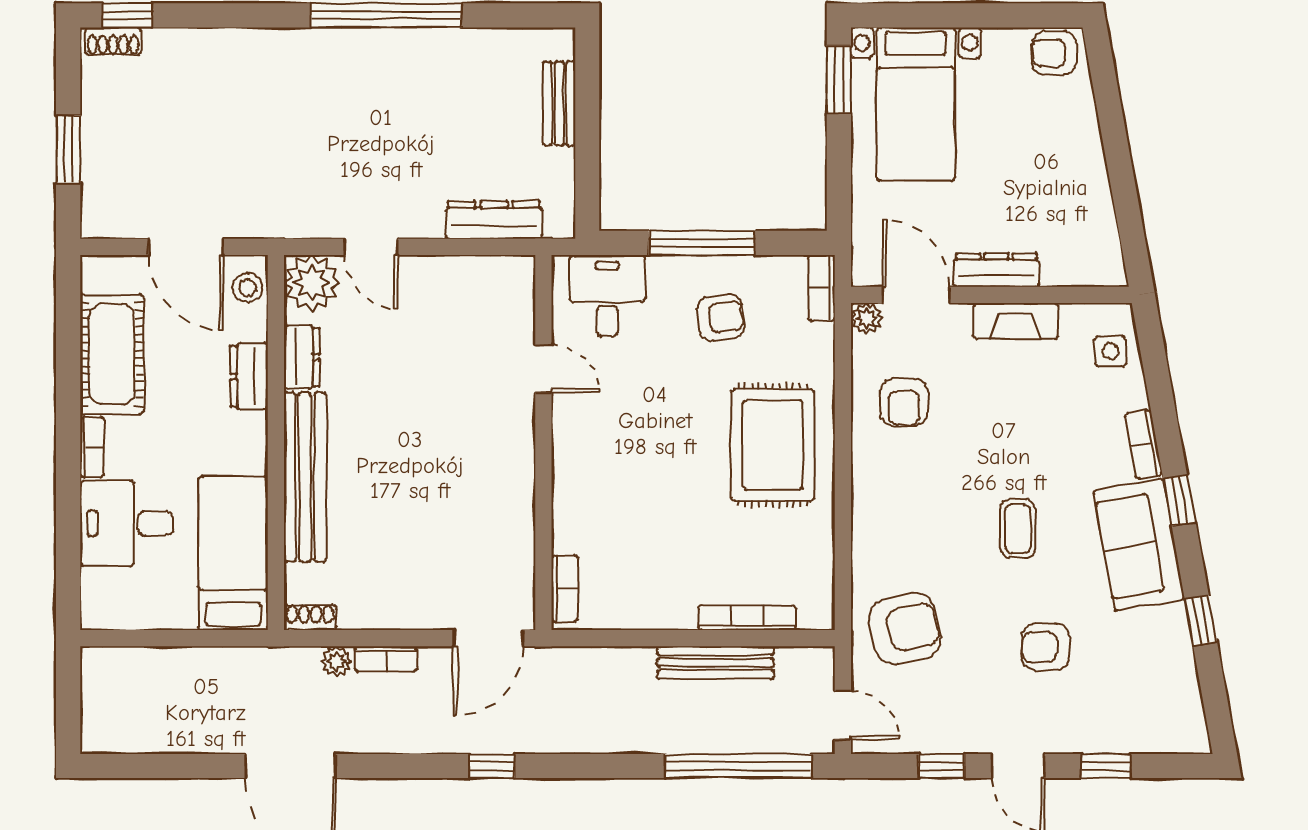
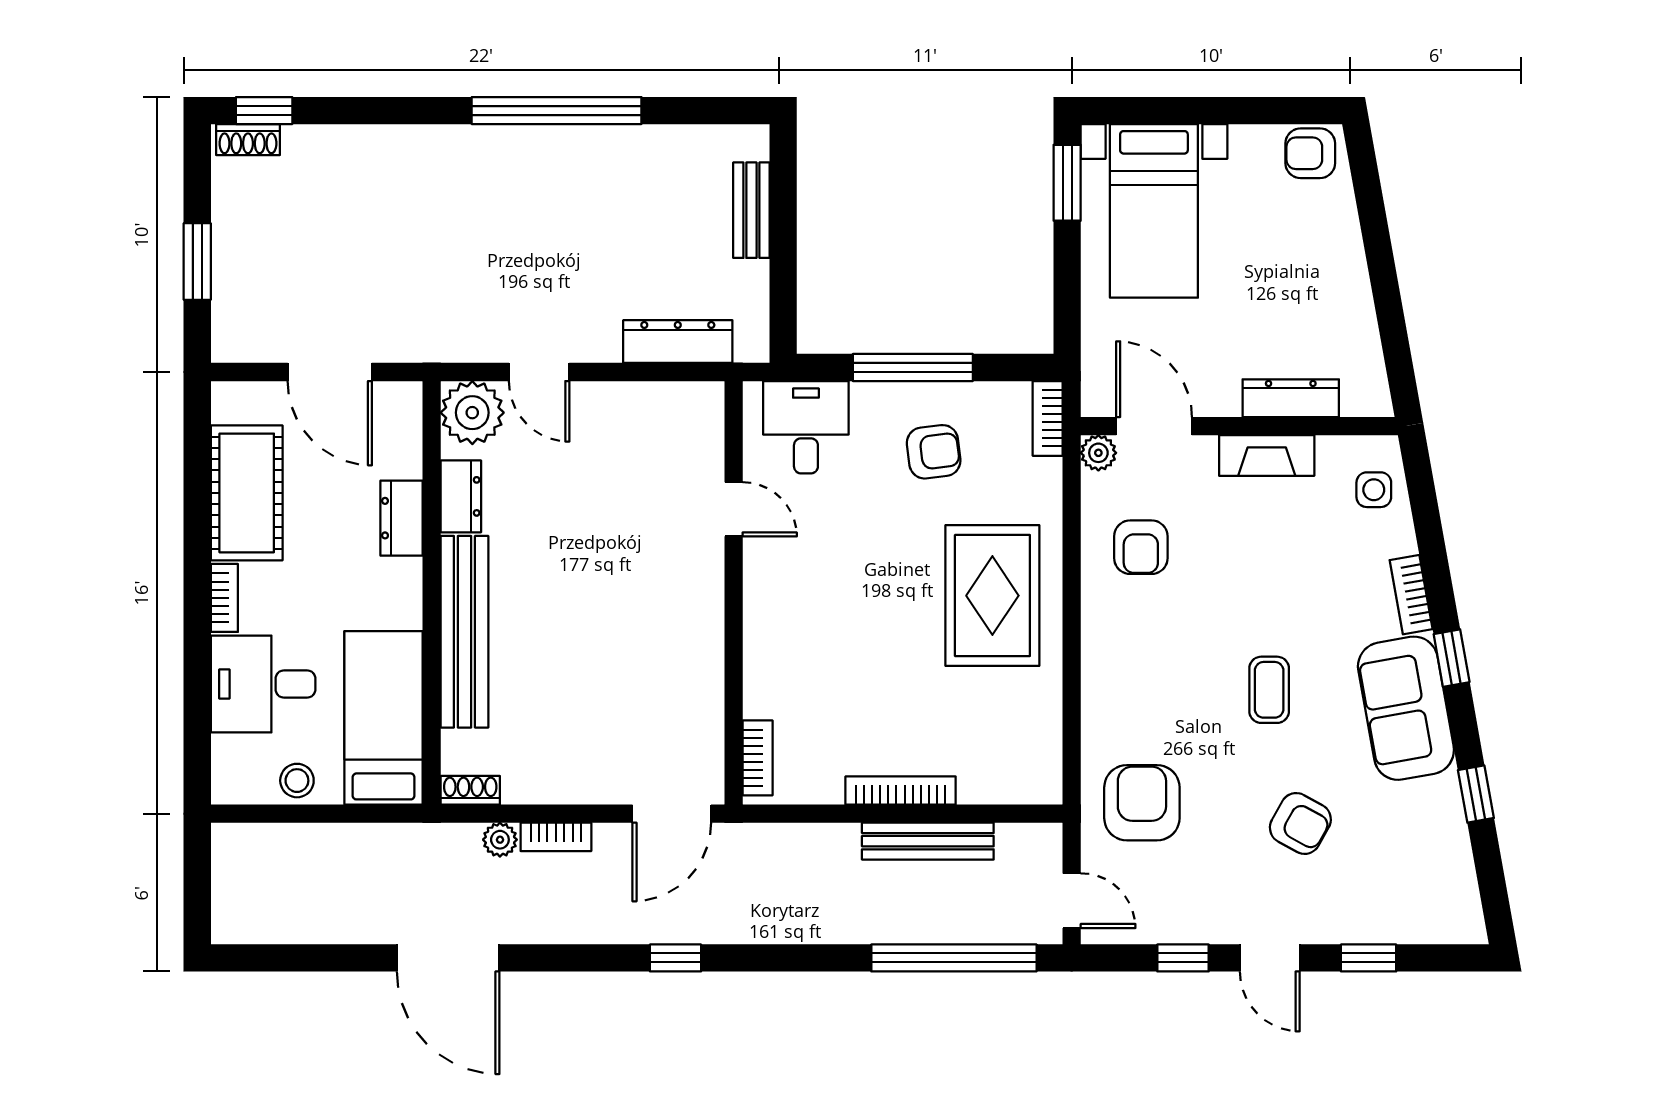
dresser: (996, 270) -> (1291, 398), moved
stool: (248, 288) -> (297, 781), moved
bookcase: (747, 618) -> (901, 791), moved
armchair: (905, 629) -> (1142, 803), turned -78
armchair: (1045, 647) -> (1300, 823), turned -151

